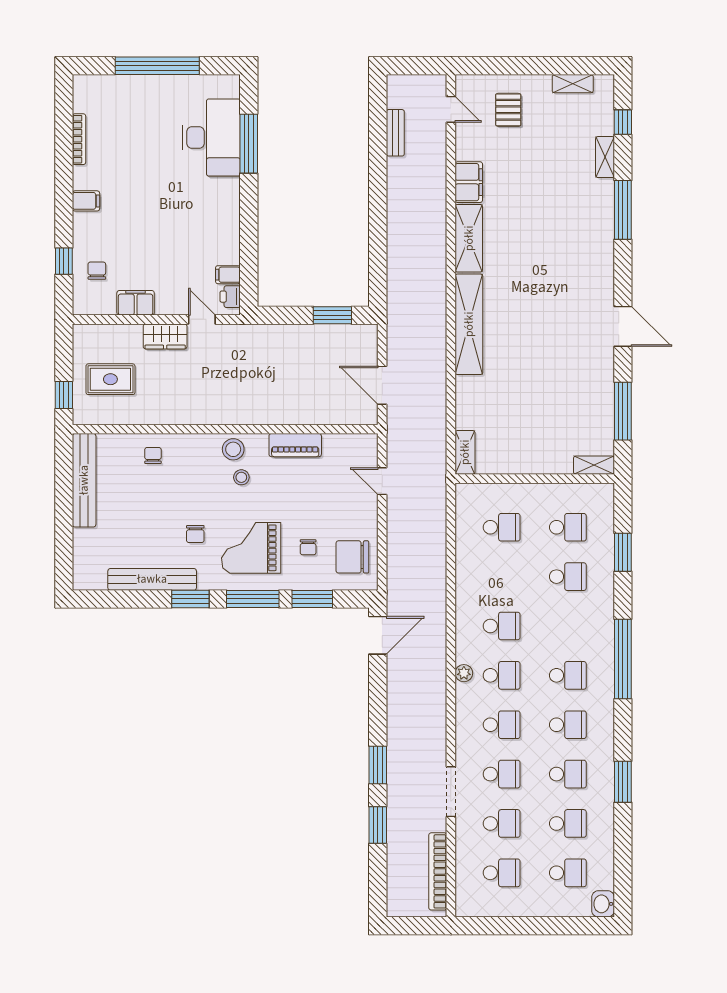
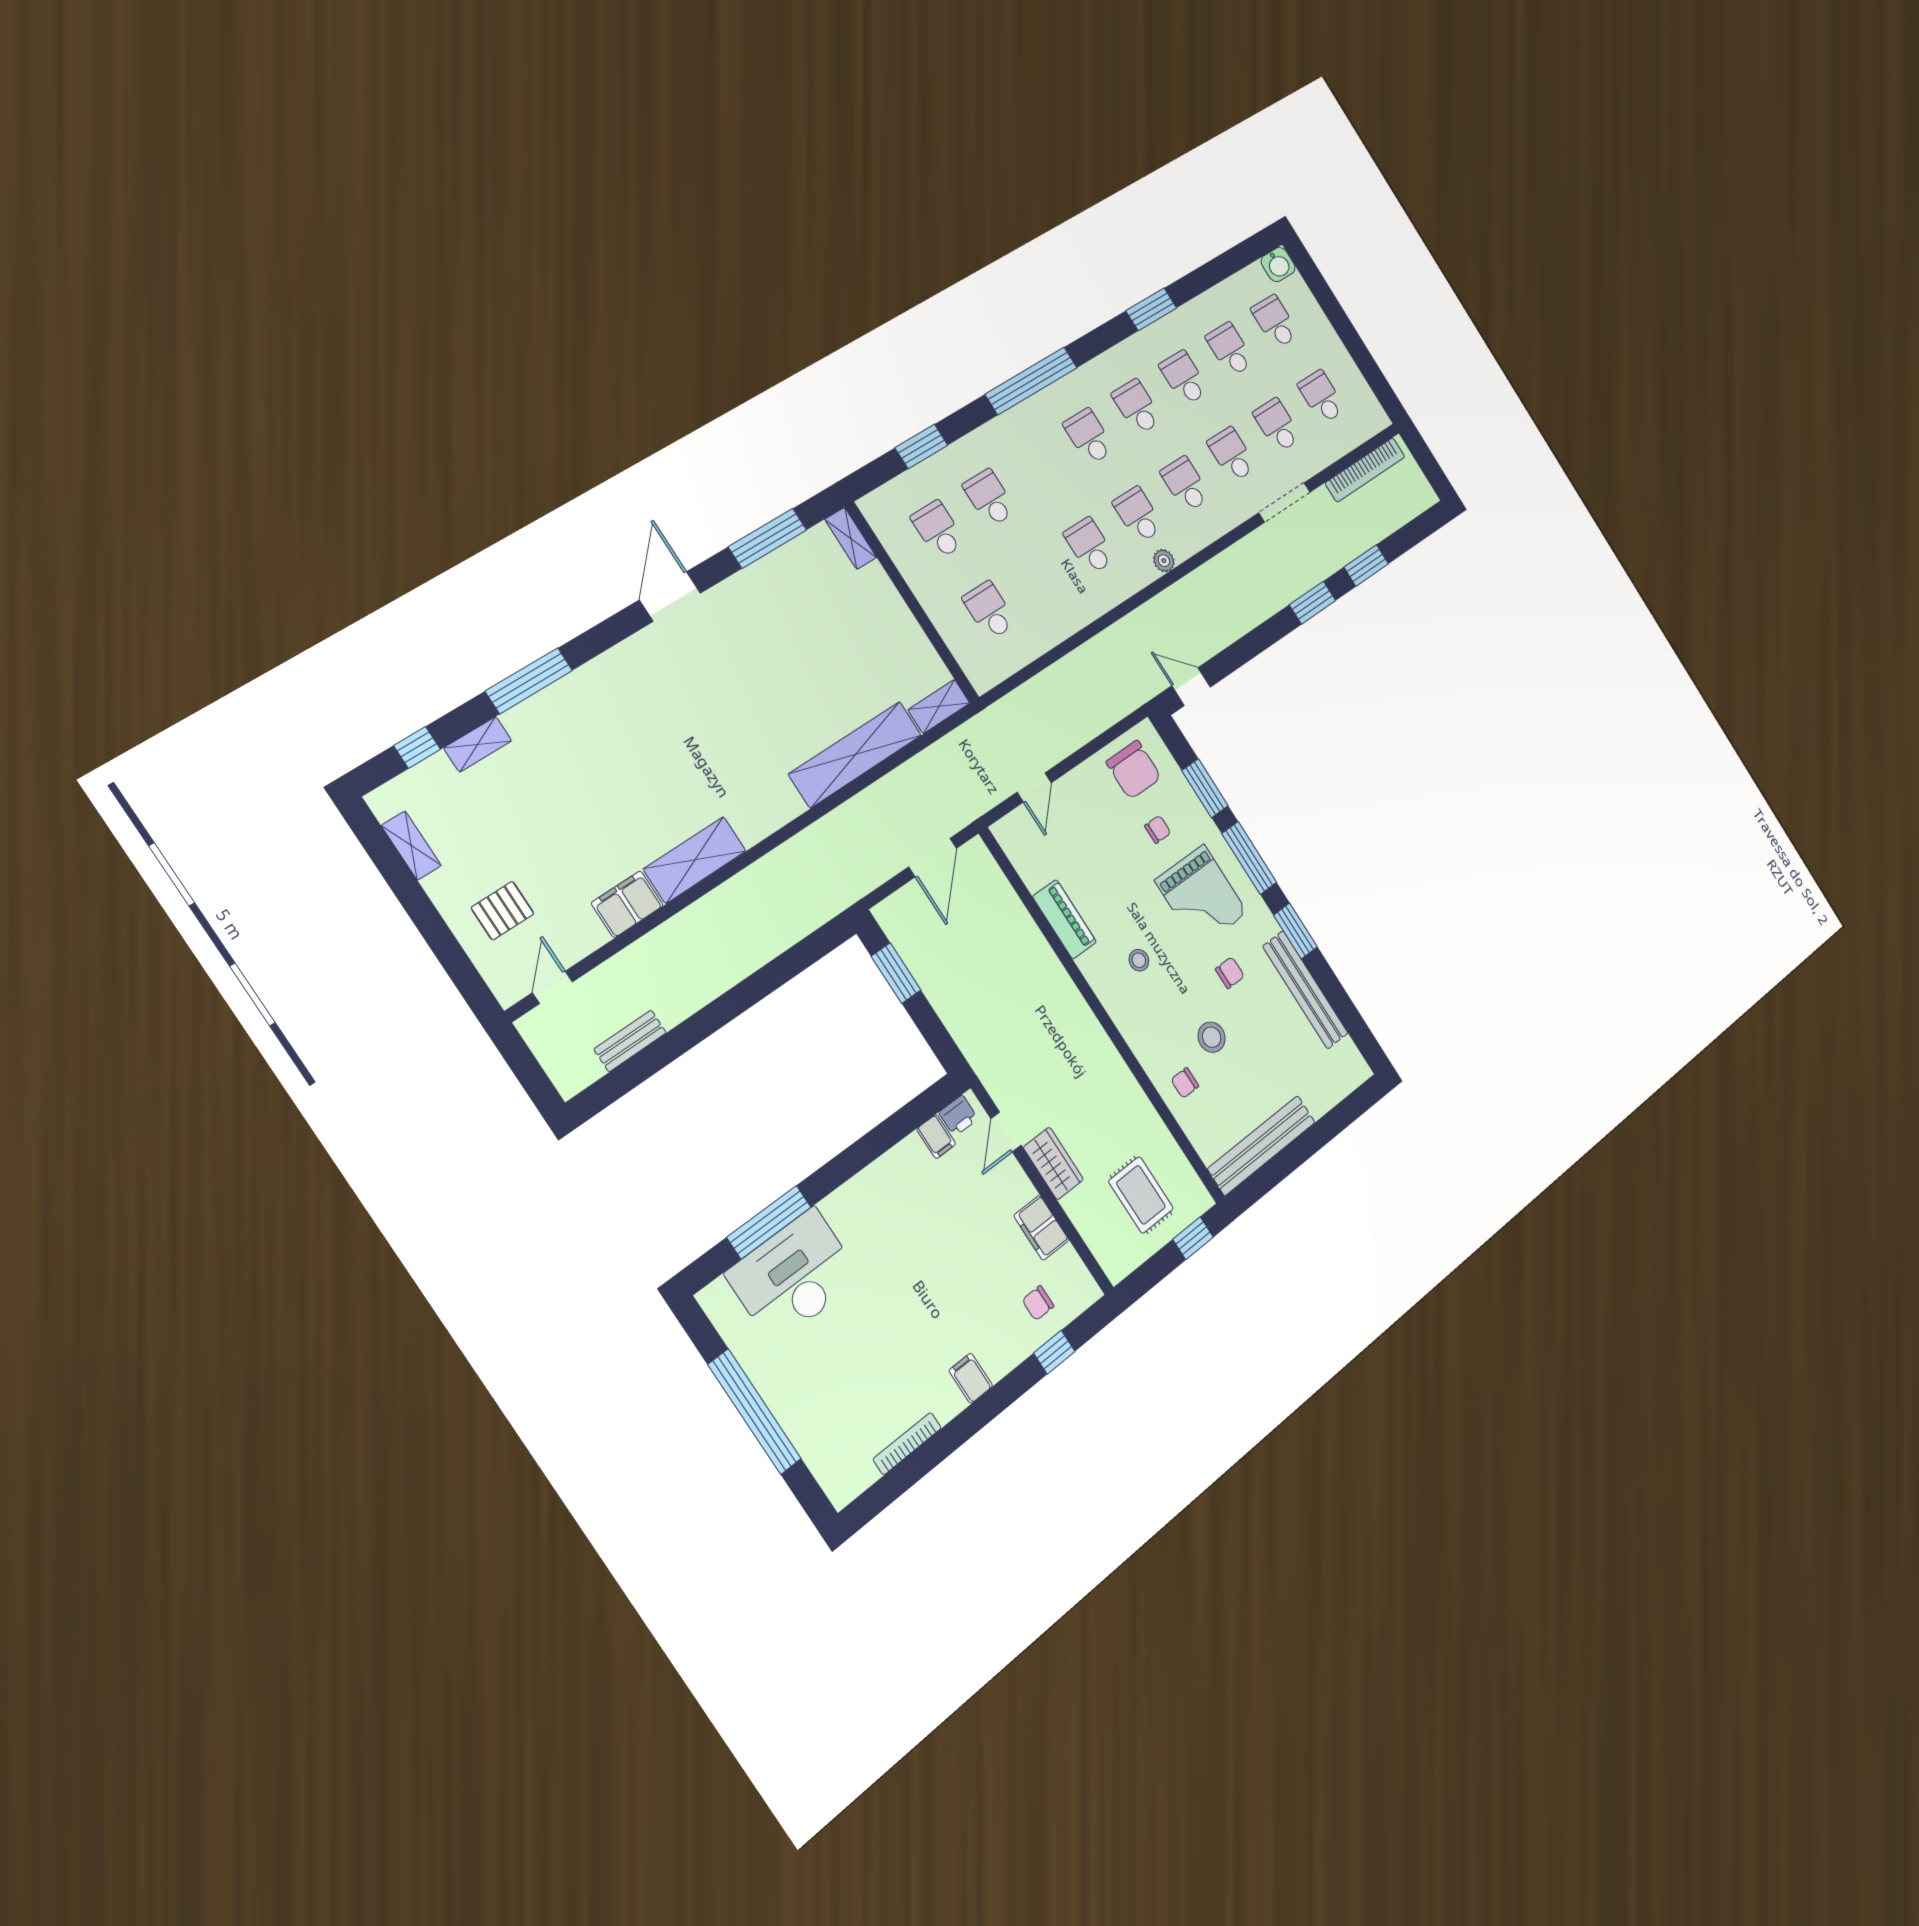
shelving: (469, 324) -> (855, 754), moved
stool: (233, 449) -> (1212, 1037), moved
door: (378, 635) -> (1191, 686), width x0.73

